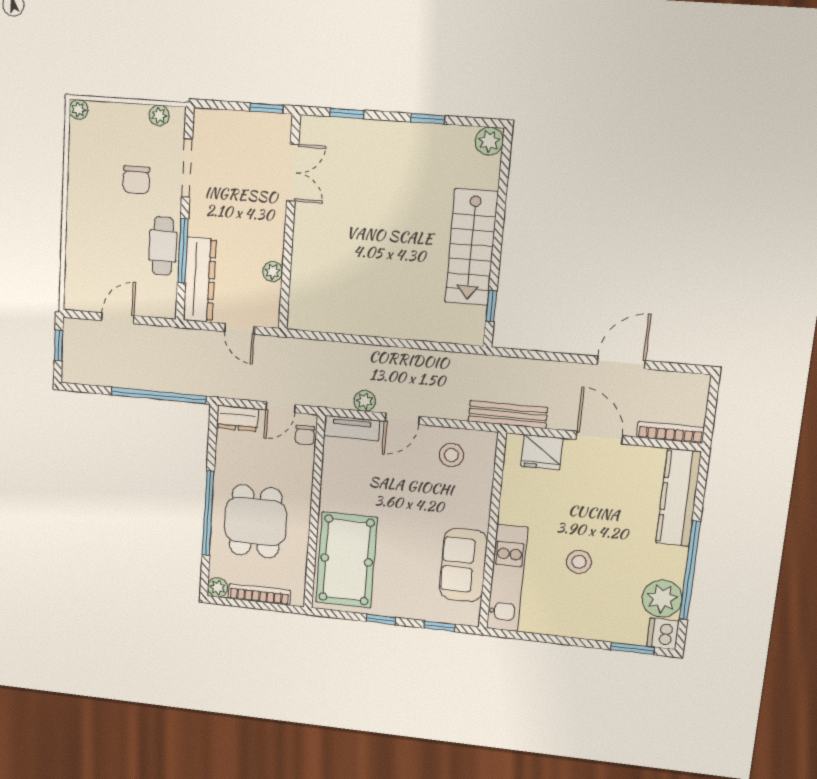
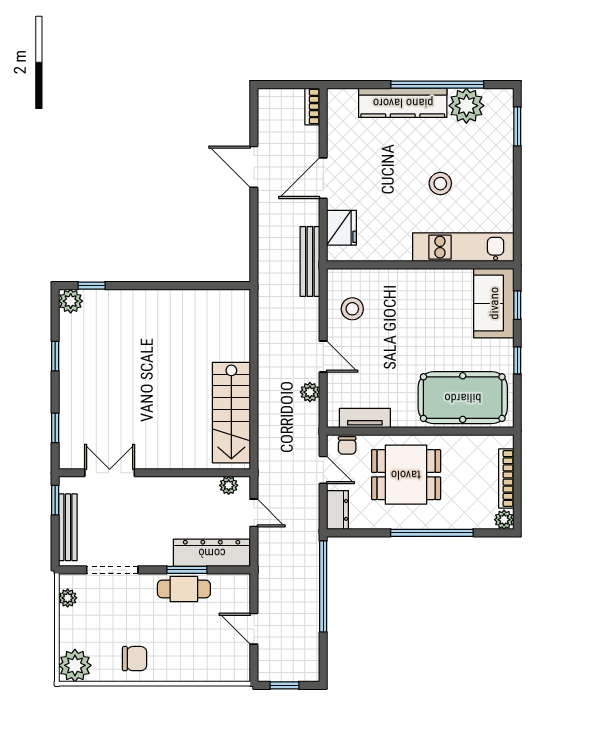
plant: (79, 110) -> (75, 665), width x1.88, depth x1.88
bench: (236, 121) -> (68, 527), added
chair: (136, 180) -> (135, 659), moved
stairs: (471, 247) -> (231, 413), moved, turned 90
window: (183, 251) -> (187, 570), width x0.69
plant: (273, 272) -> (229, 485), moved
window: (491, 306) -> (92, 286), moved
door: (240, 329) -> (254, 513), hinge flipped
tv unit: (352, 428) -> (365, 418), moved, turned -90
bookcase: (670, 432) -> (312, 106), width x0.64
chair: (305, 435) -> (347, 445), turned 90
kitchen counter: (678, 498) -> (403, 103), moved
dining table: (256, 521) -> (406, 475), moved
sofa: (463, 565) -> (494, 303), moved, turned 90
dishwasher: (663, 634) -> (500, 101), removed

